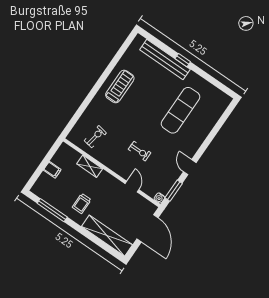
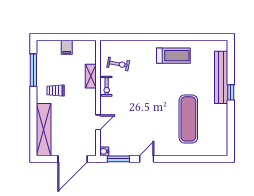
exercise mat: (180, 110) -> (188, 119), turned 90
exercise bike: (140, 151) -> (107, 86), moved

